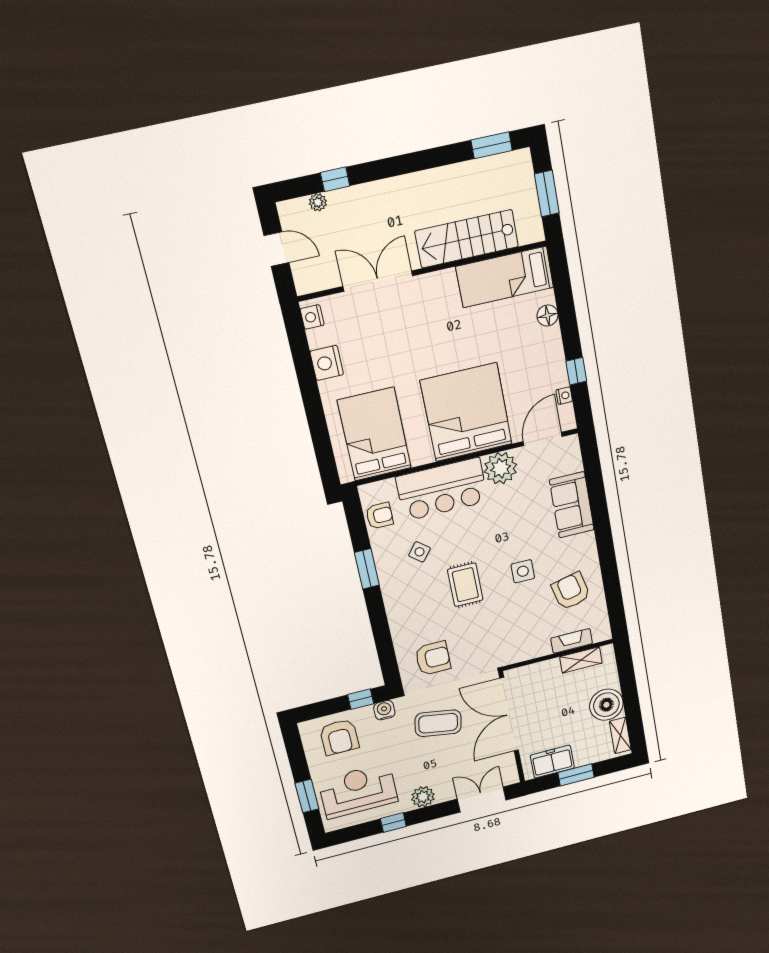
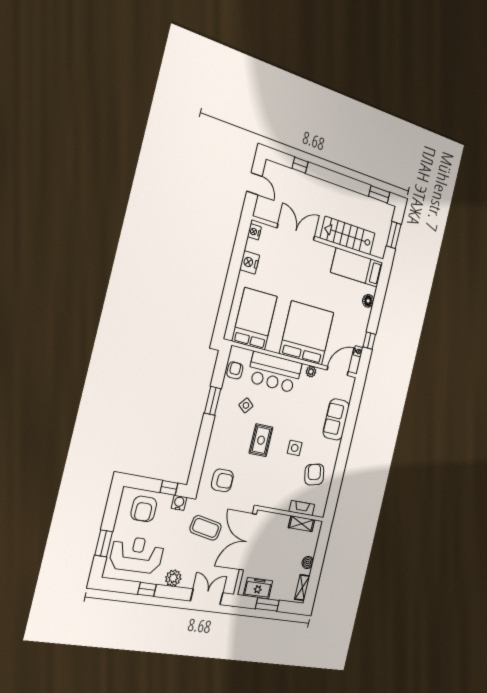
plant: (318, 202) -> (286, 172), removed
plant: (501, 468) -> (311, 372), width x0.53, depth x0.53
armchair: (379, 516) -> (235, 370), turned -90
boiler: (606, 705) -> (308, 562), width x0.54, depth x0.54

